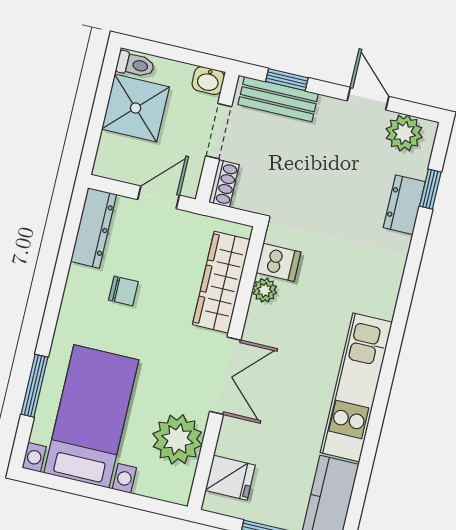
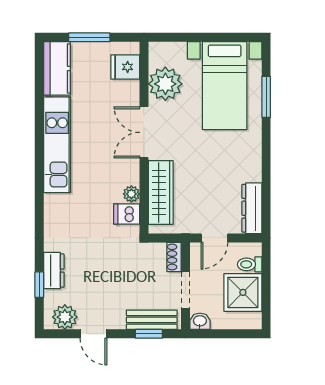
toilet: (135, 65) -> (250, 264), moved
chair: (123, 291) -> (223, 172), removed

